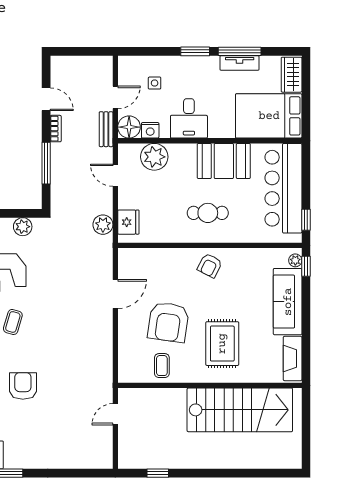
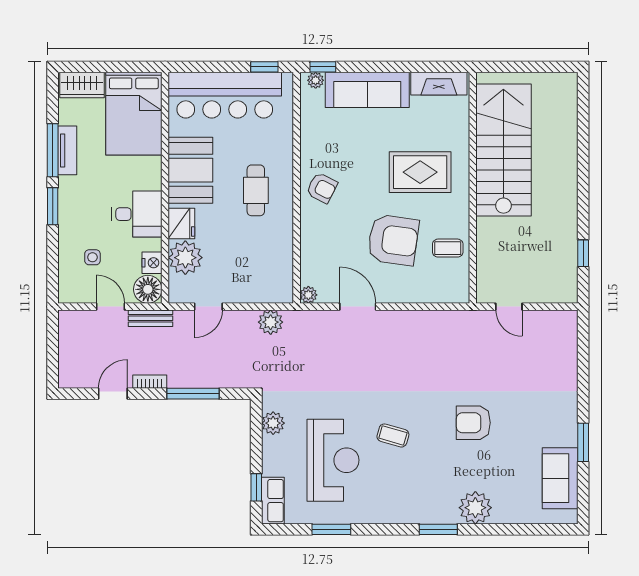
fridge: (128, 222) -> (181, 223), moved, turned 90
plant: (125, 255) -> (308, 295), added

